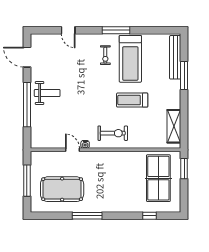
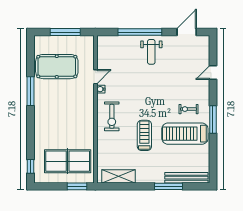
pool table: (62, 189) -> (57, 67), turned 90
window: (149, 216) -> (31, 166), moved

